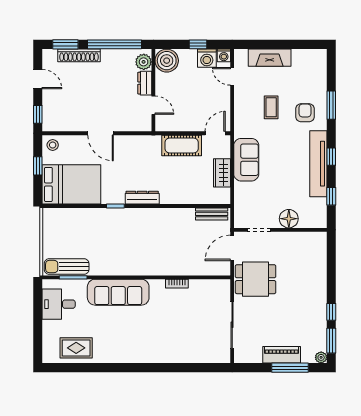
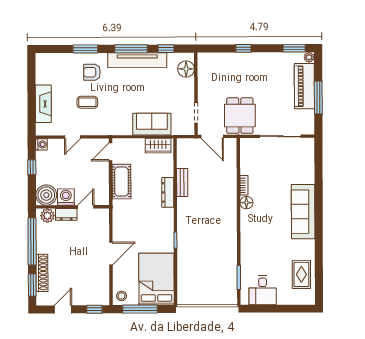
washing machine: (207, 58) -> (66, 197), moved, turned -90
door: (232, 76) -> (72, 137), moved
door: (215, 133) -> (111, 152), hinge flipped
window: (331, 157) -> (131, 49), width x2.17
sofa: (246, 160) -> (152, 124), moved
window: (38, 166) -> (140, 309), width x2.17
wardrobe: (222, 173) -> (158, 146), moved
dresser: (142, 198) -> (168, 192), moved
bench: (212, 214) -> (182, 182), moved
floor lamp: (289, 219) -> (186, 69), moved
sun lounger: (67, 266) -> (229, 283), removed
floor lamp: (157, 286) -> (246, 203), added
sofa: (118, 292) -> (303, 212), moved, turned 180
window: (331, 312) -> (243, 48), moved
piano: (282, 355) -> (304, 86), width x1.37, depth x1.33
window: (290, 368) -> (318, 97), moved

